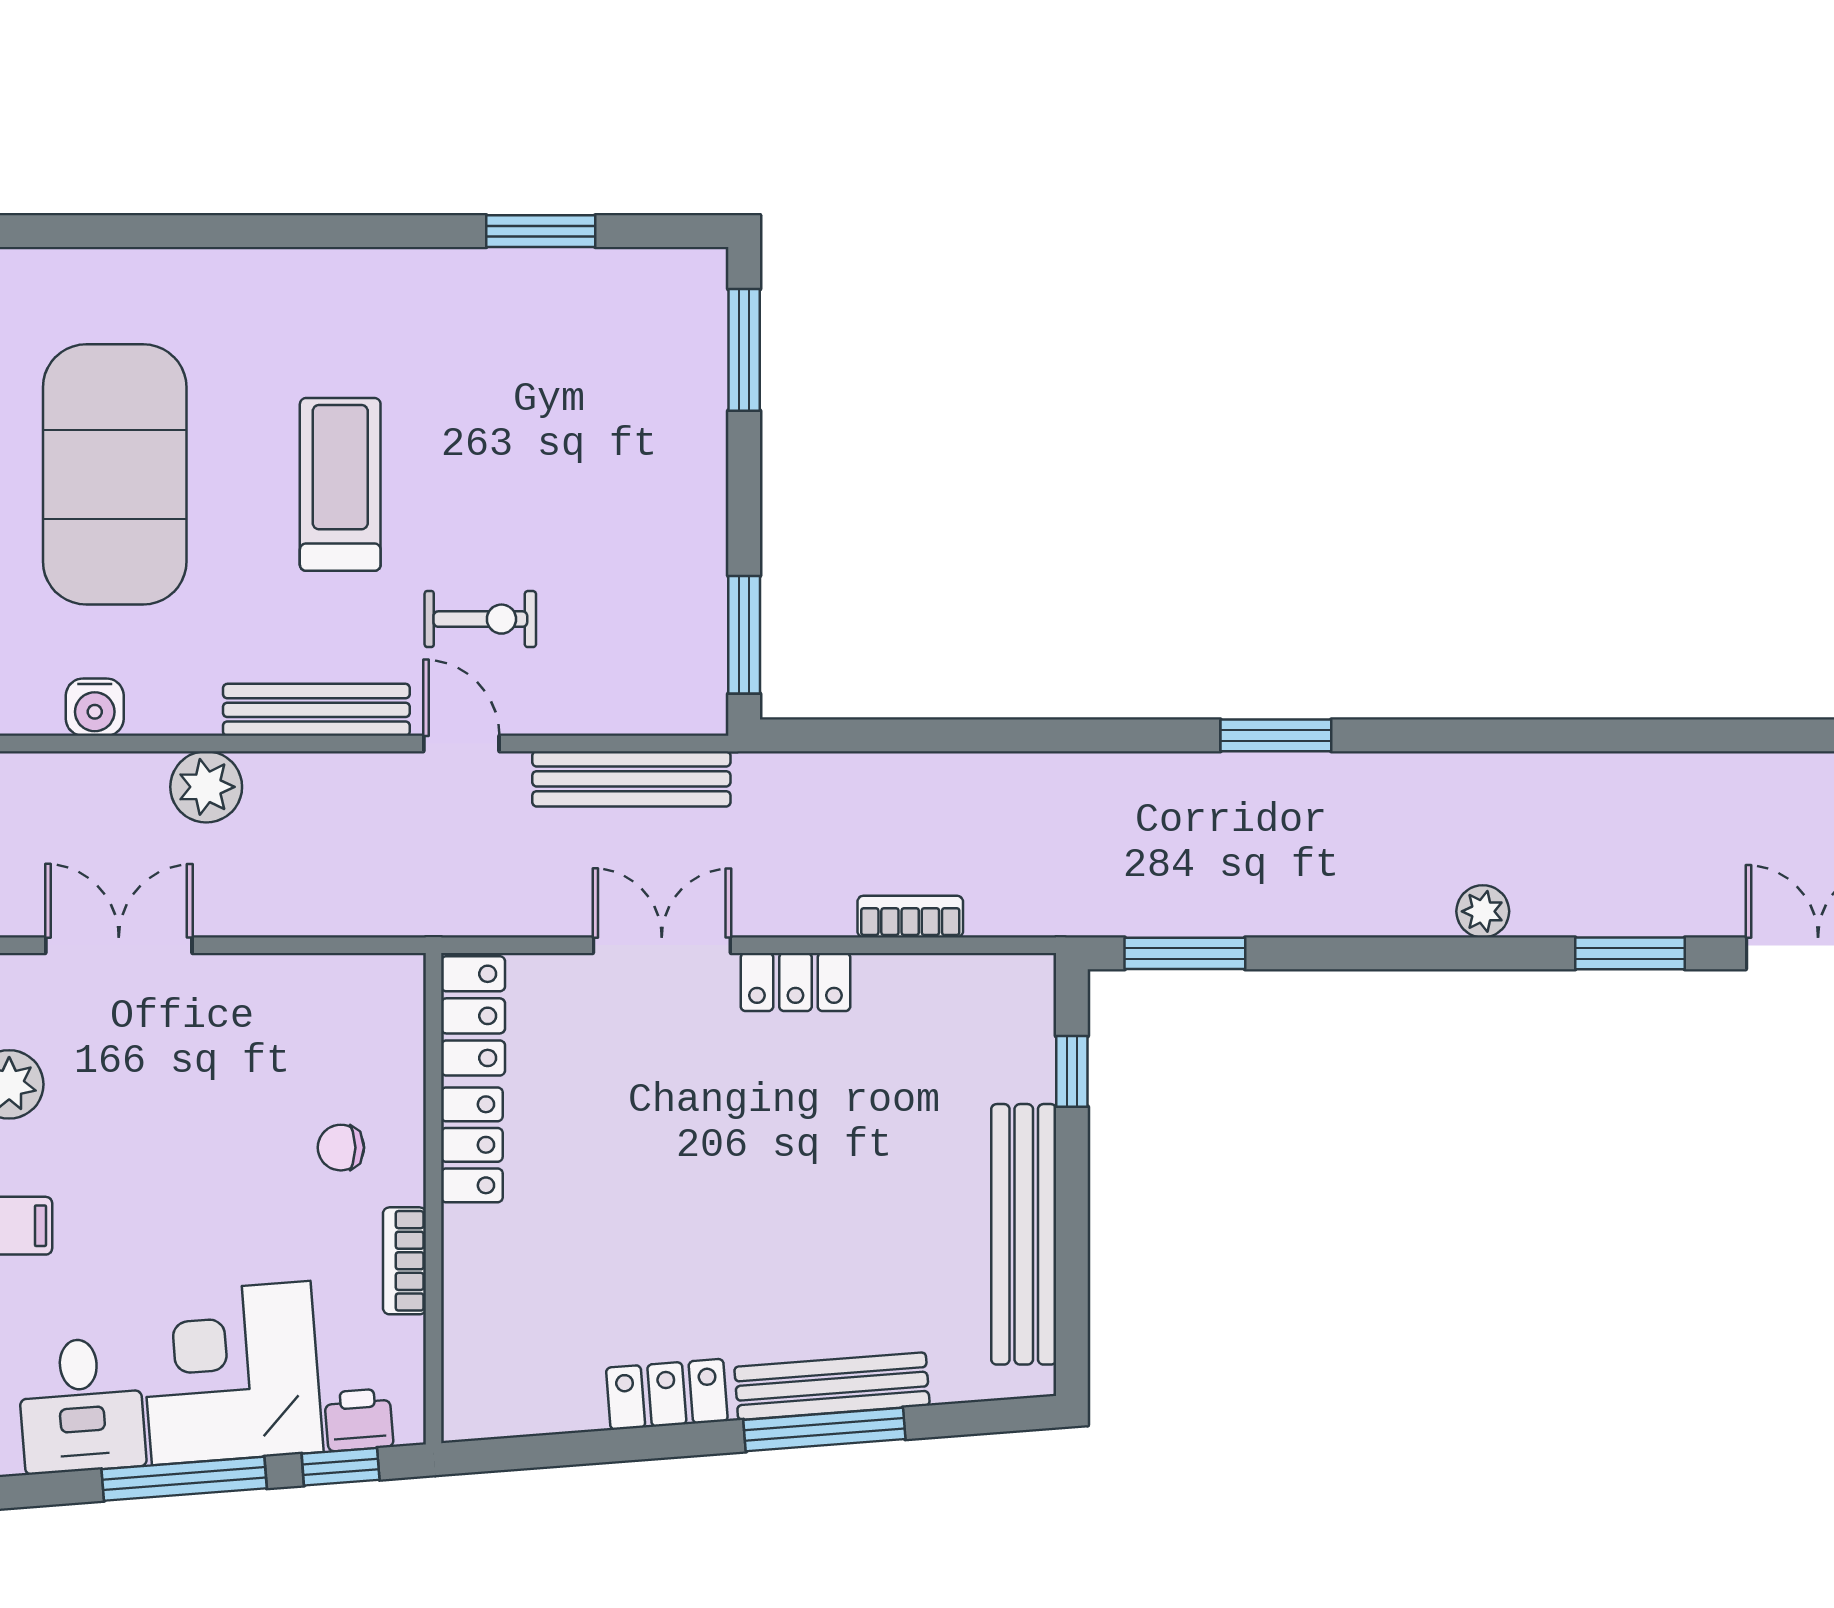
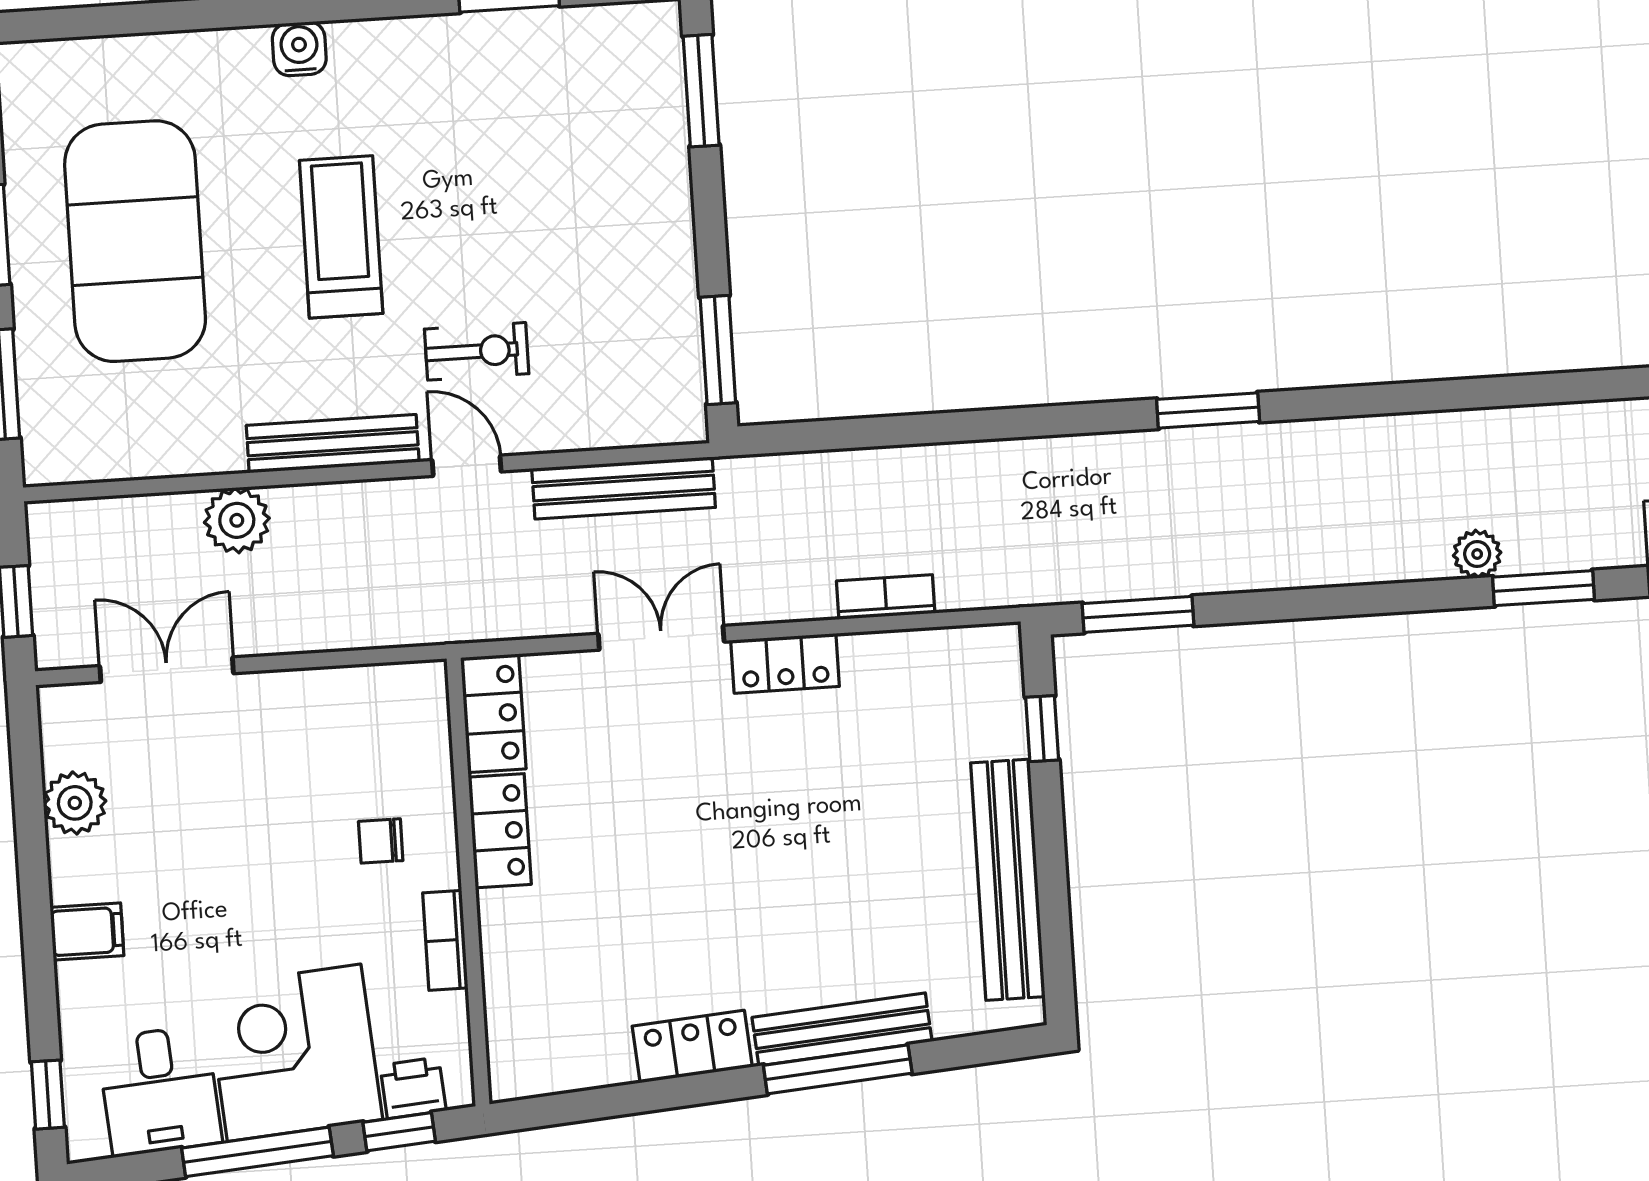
water cooler: (95, 707) -> (299, 49), moved, turned 180
plant: (1483, 911) -> (1477, 554), moved

